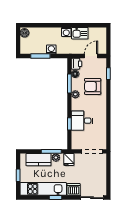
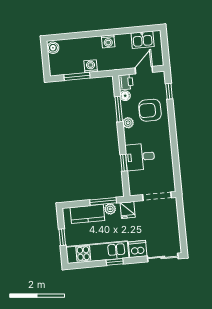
kitchen sink: (80, 33) -> (143, 40), moved

